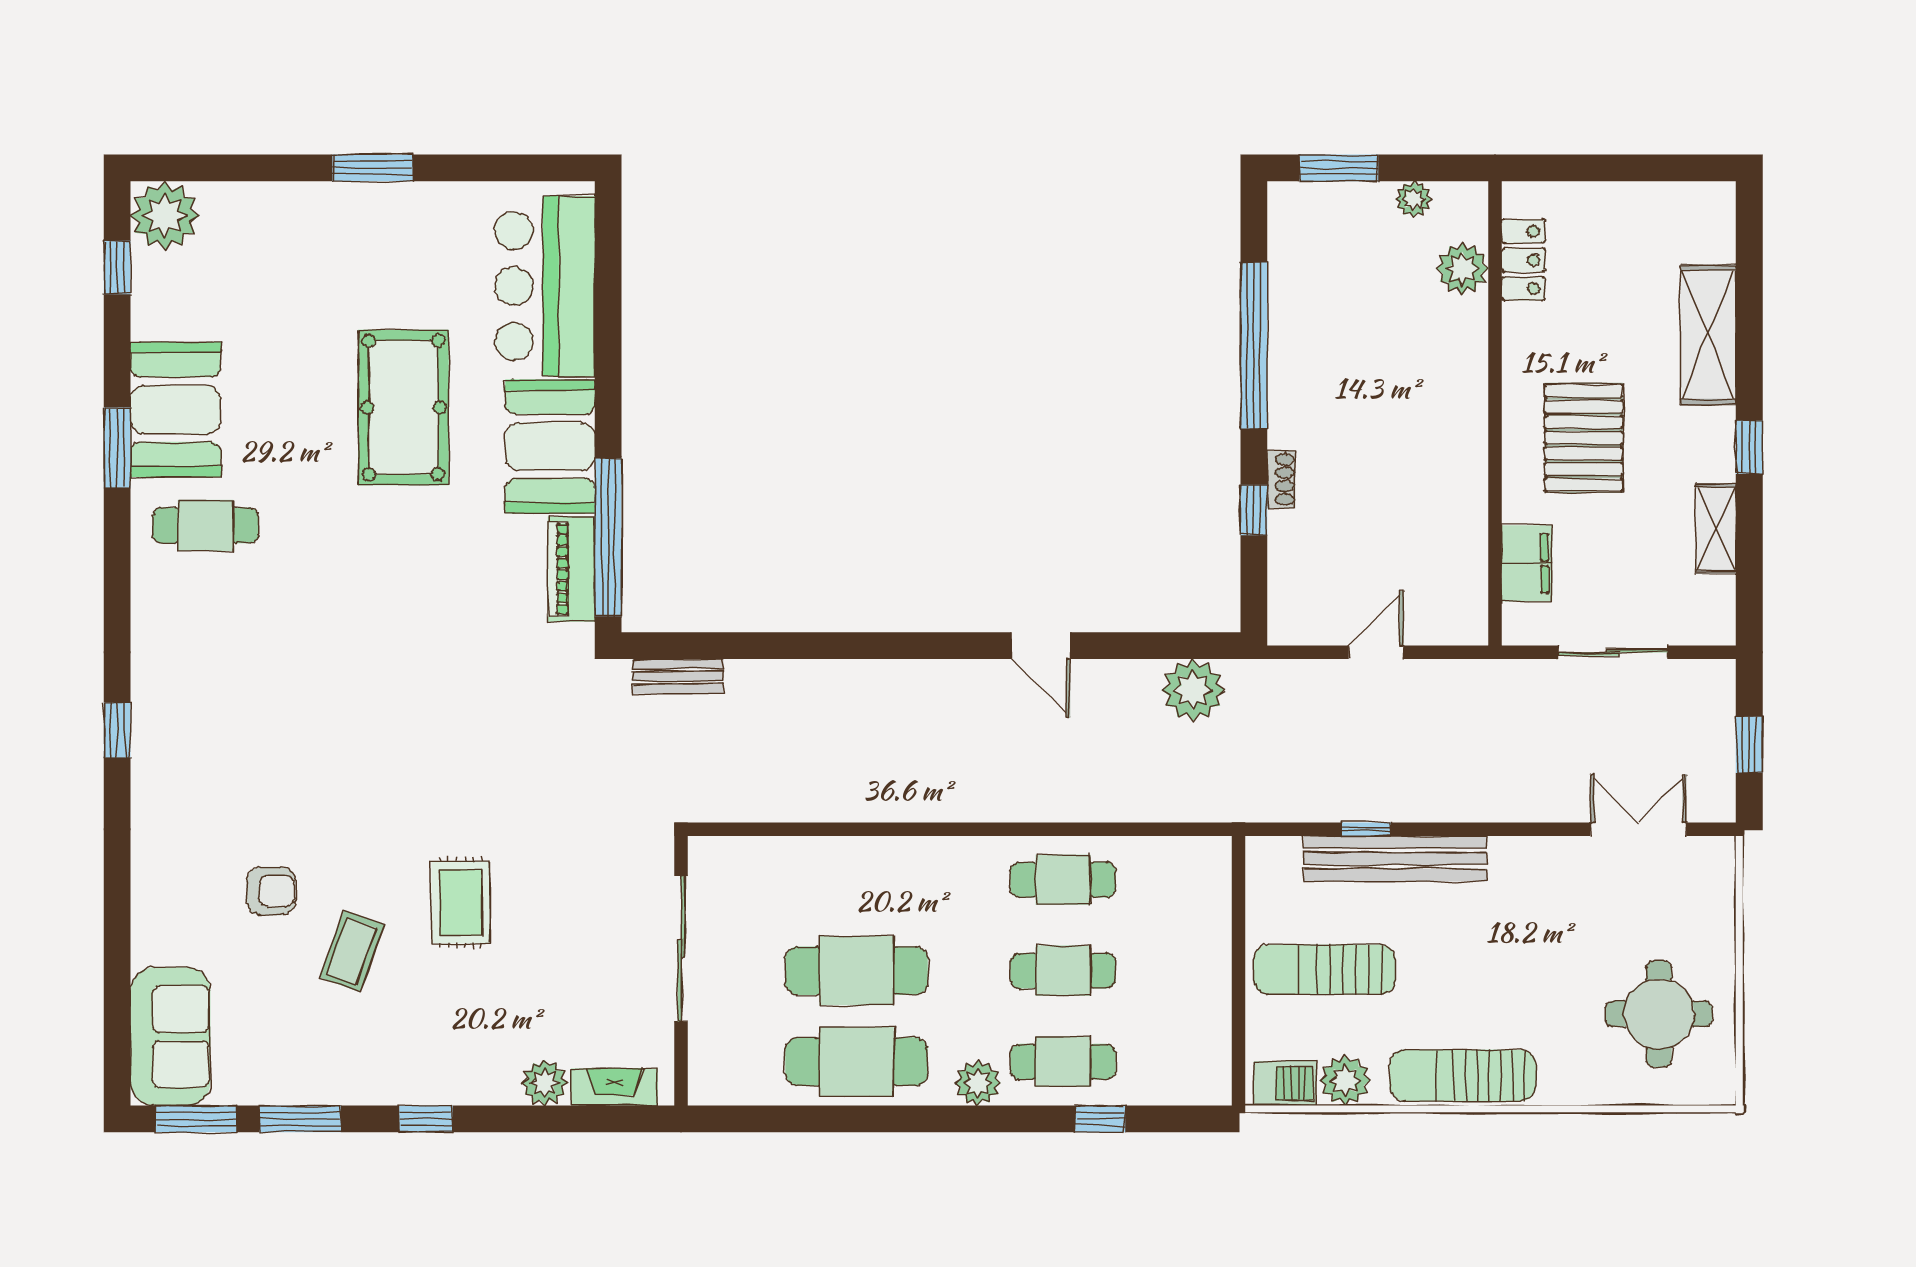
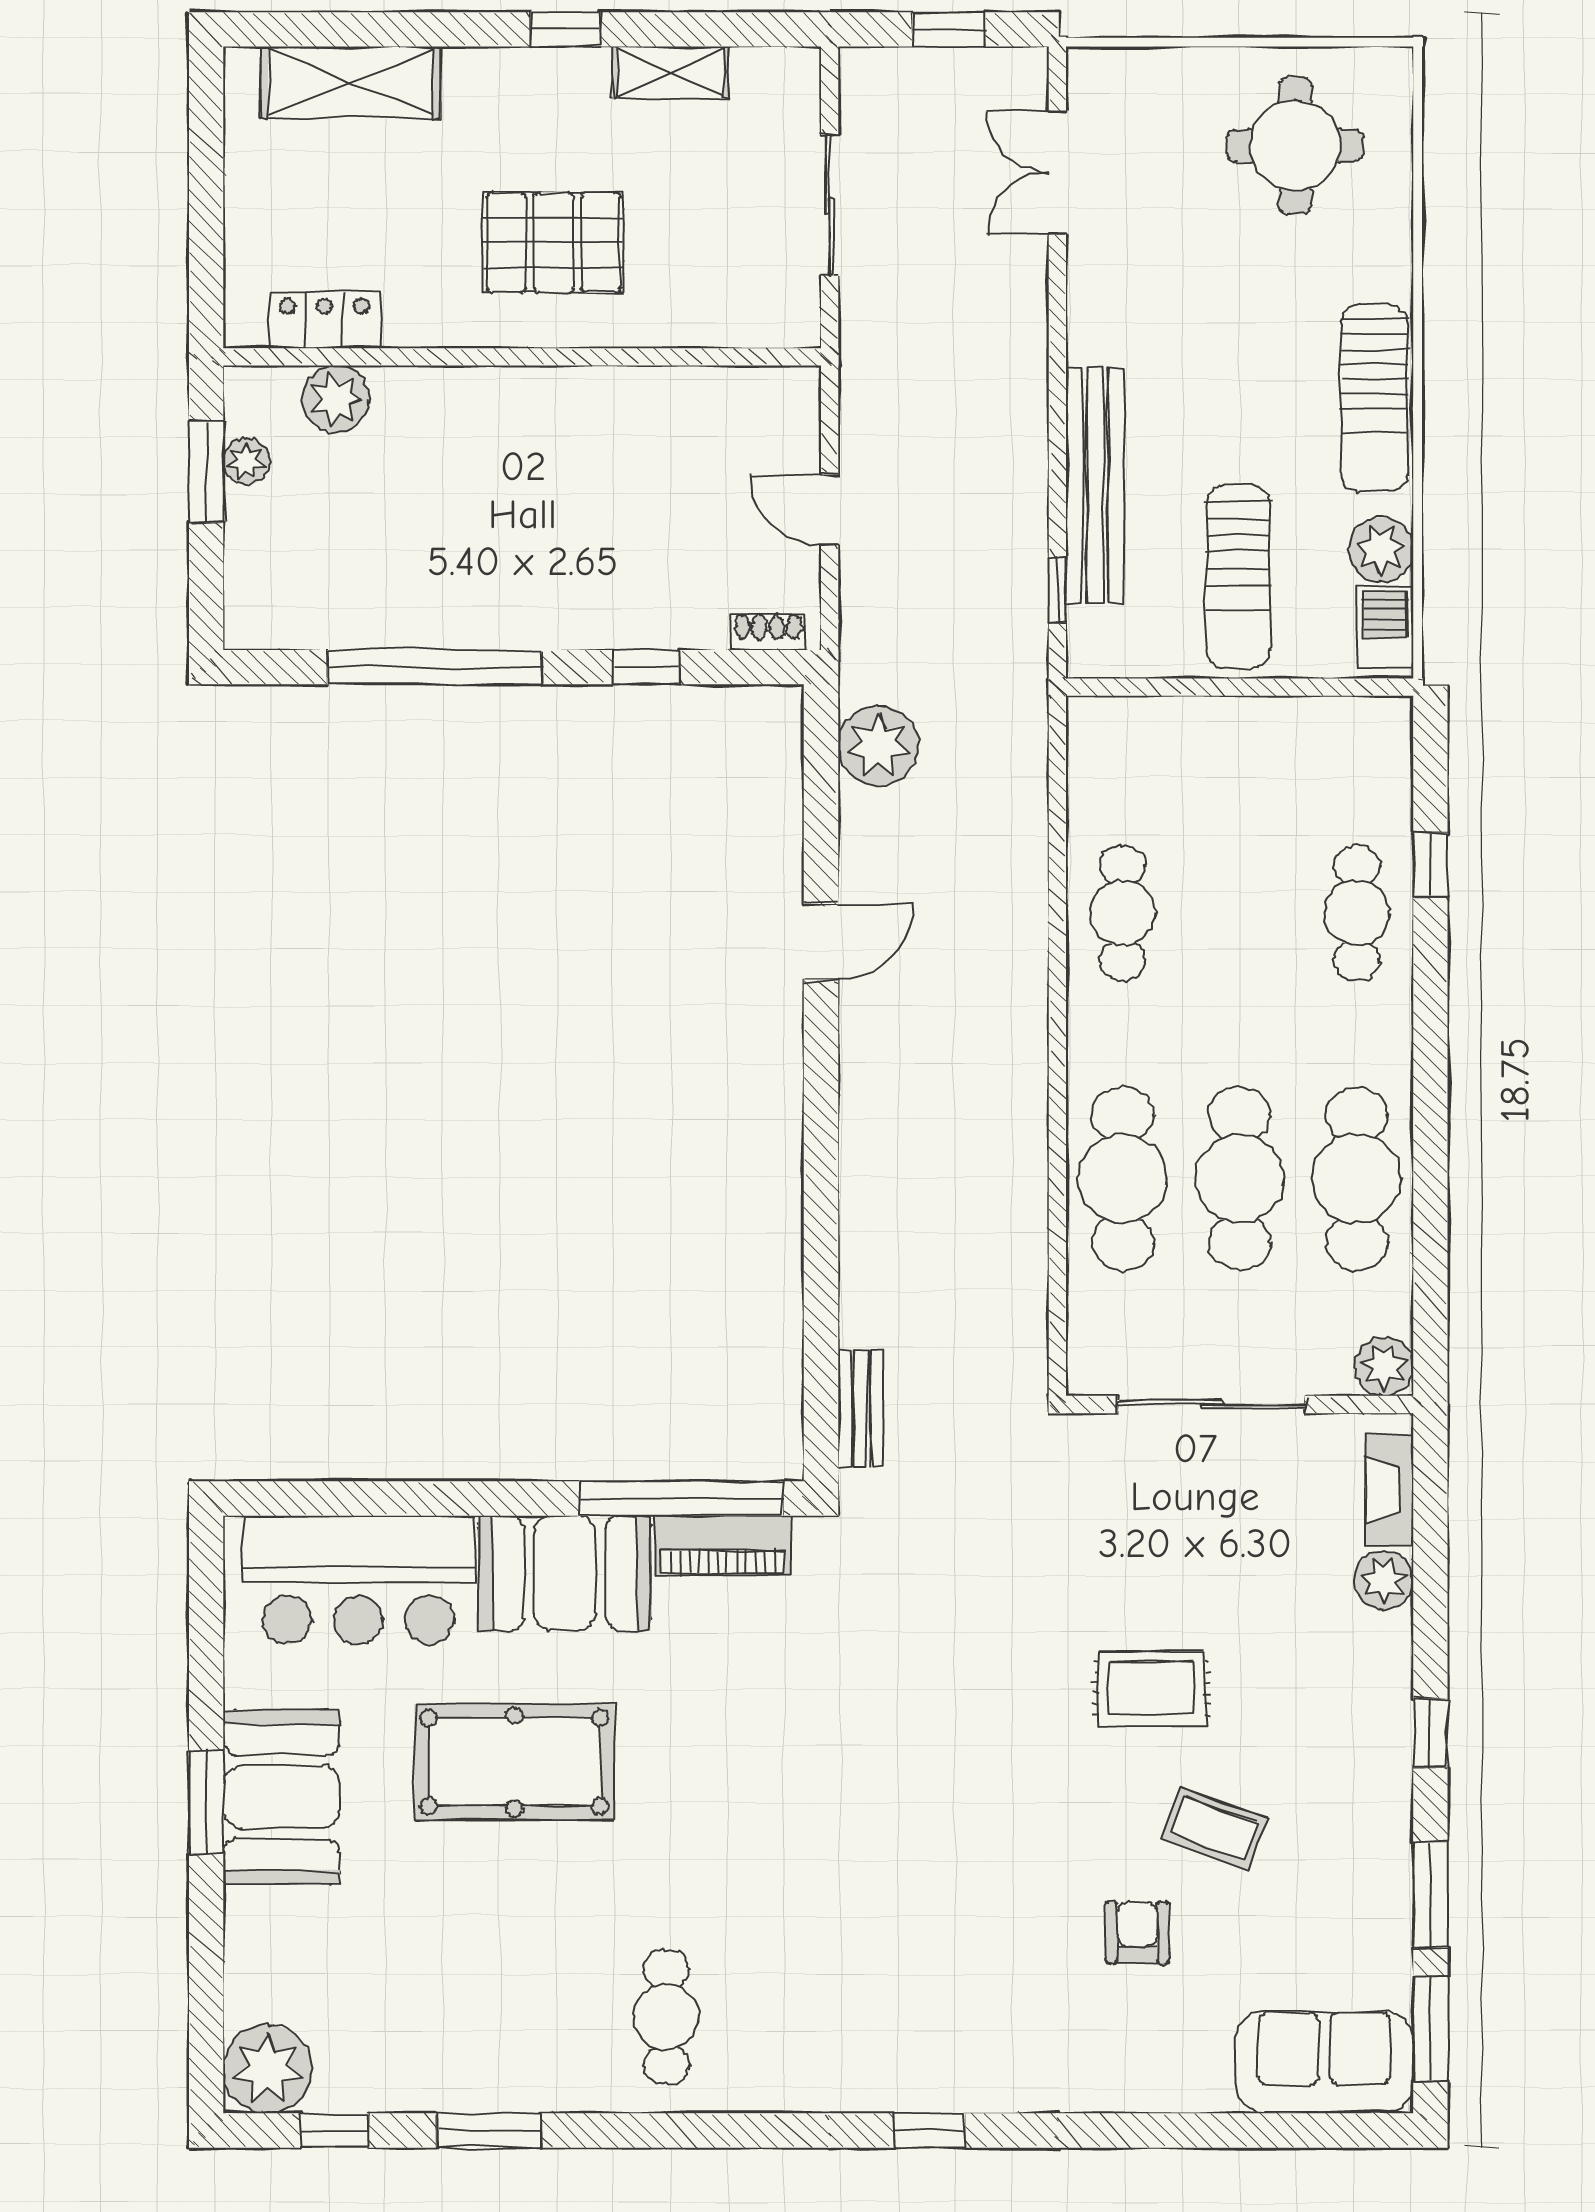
window: (1339, 168) -> (206, 471), moved
shelving: (1708, 335) -> (351, 82), moved
booth: (176, 410) -> (281, 1797), moved, turned 90
window: (117, 448) -> (488, 2131), moved
shoe rack: (1281, 479) -> (768, 632), moved
filing cabinet: (1527, 563) -> (715, 316), removed
window: (1366, 829) -> (1057, 589), moved
cafe table: (1063, 971) -> (1123, 1179), moved, width x1.37, depth x1.35
plant: (978, 1083) -> (1384, 1367), moved

